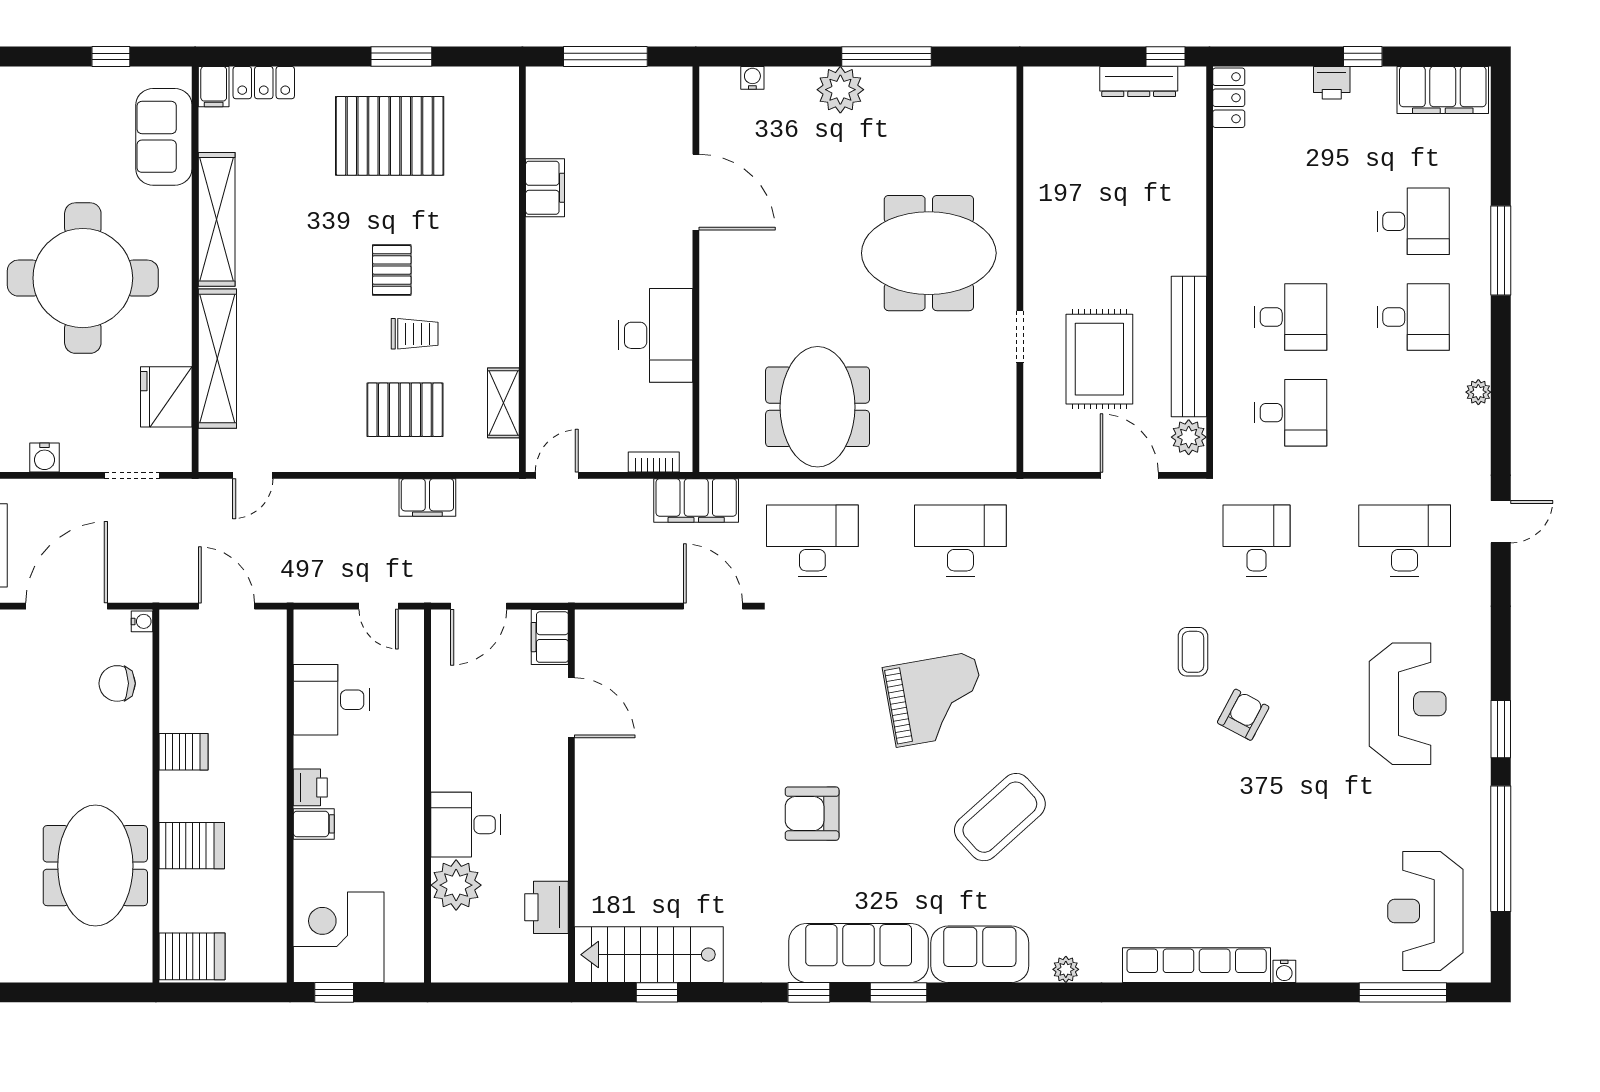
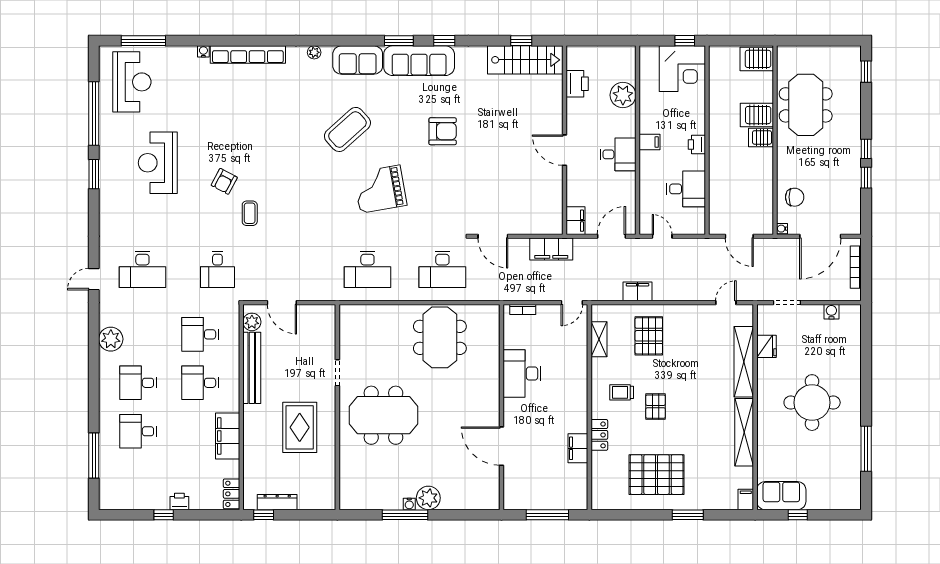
window: (401, 56) -> (688, 515), moved
water cooler: (752, 78) -> (409, 504), moved
locker: (264, 83) -> (599, 435), moved, turned 90
filing cabinet: (1443, 90) -> (228, 436), moved, turned -90
sofa: (164, 137) -> (781, 496), moved, turned -90
window: (1501, 251) -> (94, 456), moved
round table: (83, 278) -> (812, 403), width x0.73, depth x0.73
trolley: (415, 334) -> (622, 392), moved
rug: (1099, 359) -> (300, 427), moved
plant: (1478, 392) -> (111, 339), width x1.87, depth x1.87
fridge: (166, 397) -> (766, 346), width x0.73, depth x0.75
pallet: (405, 410) -> (649, 336), turned 90
filing cabinet: (696, 501) -> (551, 249), moved, turned 180
reception desk: (1408, 704) -> (158, 163), moved
door: (571, 708) -> (564, 150), moved
server rack: (184, 752) -> (761, 137), moved
filing cabinet: (314, 824) -> (649, 142), moved, turned 180
desk: (466, 825) -> (618, 154), moved

